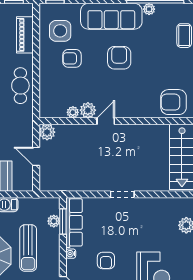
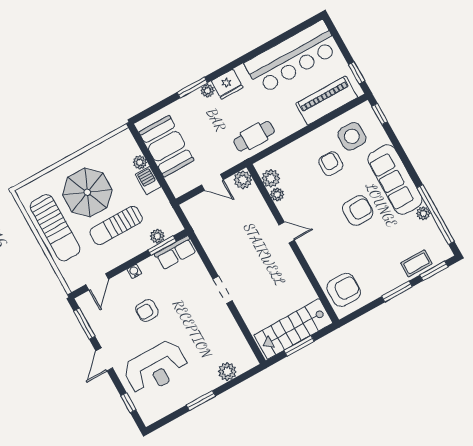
piano: (25, 35) -> (327, 101), width x1.37, depth x1.33
cafe table: (20, 86) -> (254, 136), moved
armchair: (174, 102) -> (344, 290), turned 90
plant: (88, 110) -> (271, 178), moved
door: (36, 156) -> (212, 182), swing flipped
row of seats: (74, 222) -> (176, 253), width x0.68

